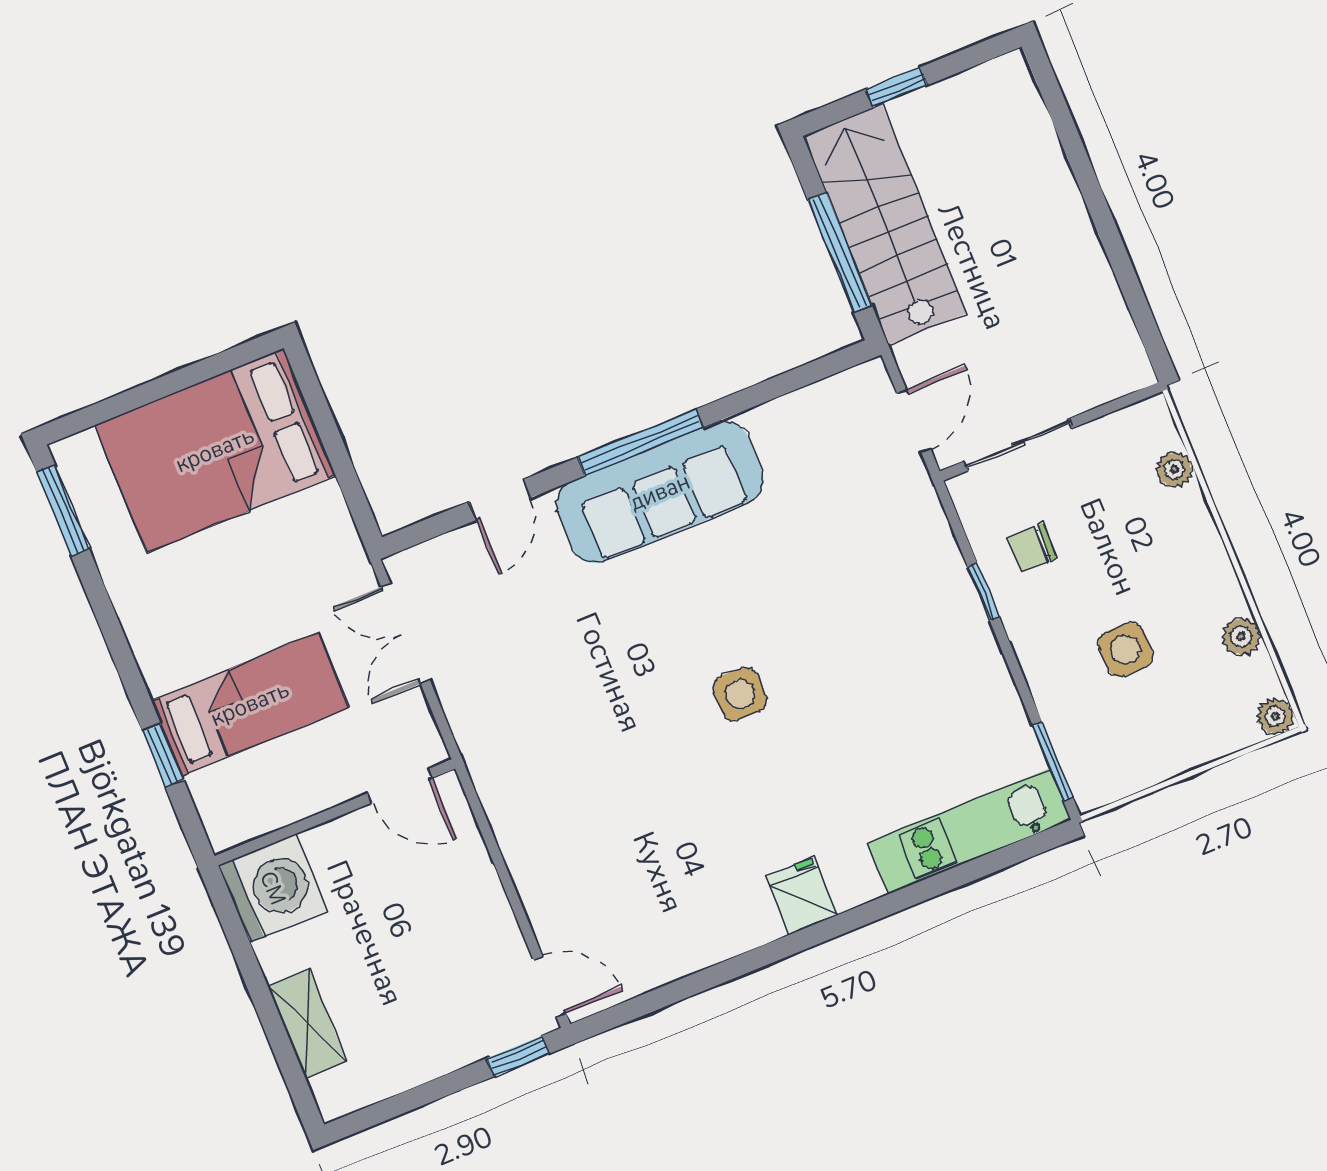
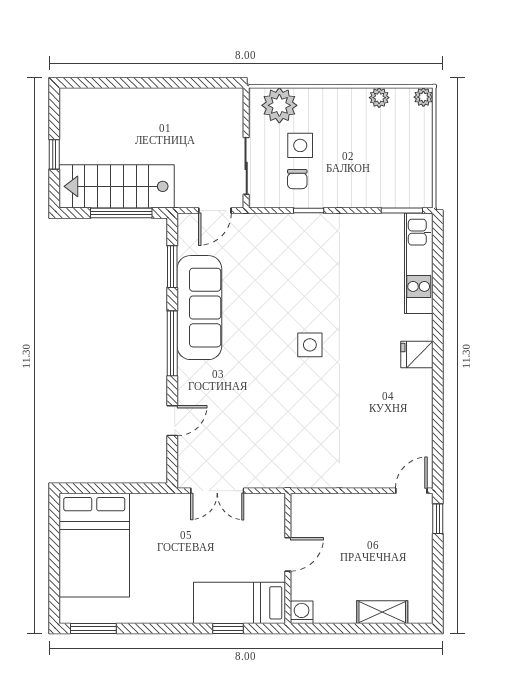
window: (780, 385) -> (172, 267), added
door: (914, 421) -> (215, 211), swing flipped
plant: (1174, 469) -> (279, 105), width x1.88, depth x1.88
sofa: (660, 492) -> (199, 308), moved
door: (500, 500) -> (172, 421), hinge flipped
side table: (1126, 650) -> (300, 145), moved
bed: (250, 704) -> (239, 603), moved, turned -90
door: (400, 786) -> (288, 554), moved
washing machine: (273, 888) -> (302, 612), width x0.53, depth x0.53

